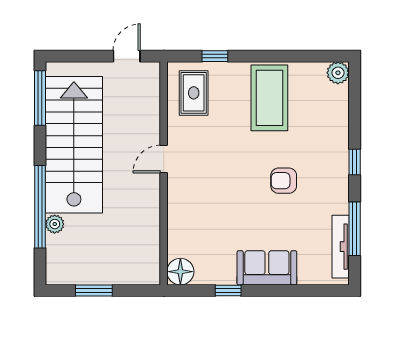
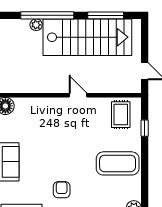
rug: (194, 93) -> (121, 115), turned 90
window: (40, 98) -> (106, 15), moved
armchair: (284, 181) -> (62, 190), moved

